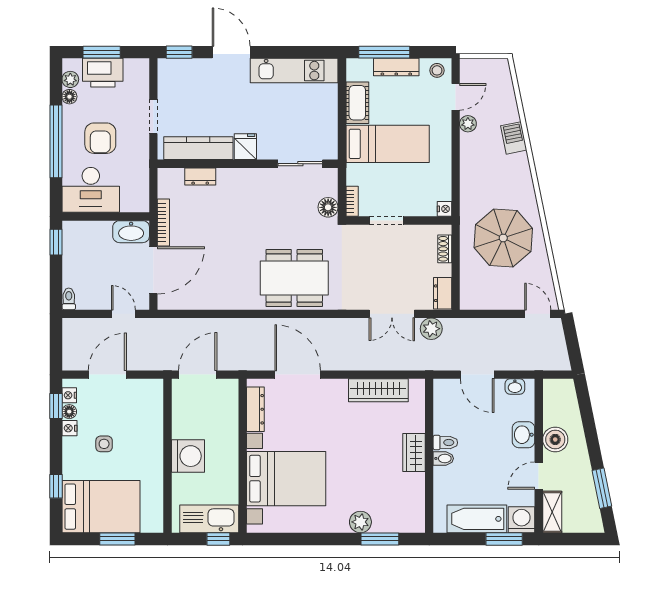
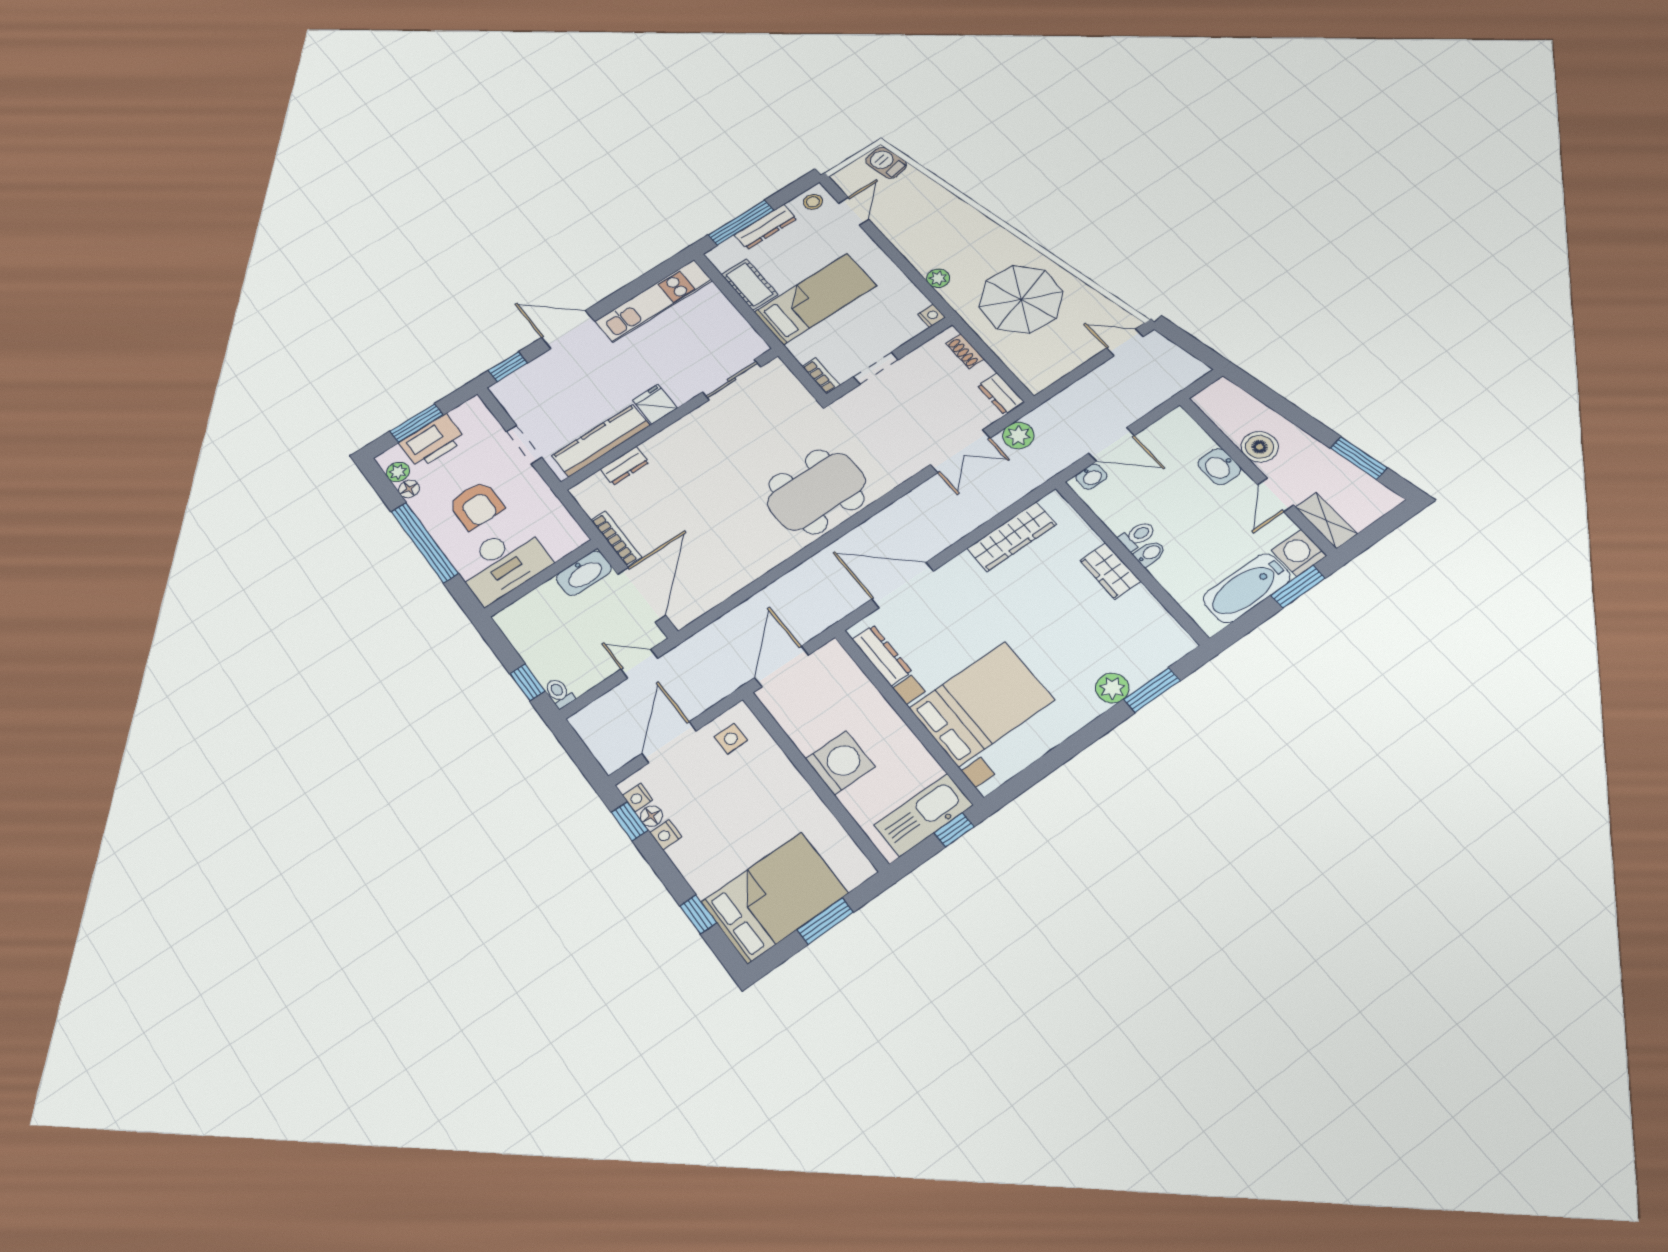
plant: (468, 124) -> (938, 278), moved
barbecue: (514, 138) -> (886, 163), moved
floor lamp: (328, 207) -> (798, 399), removed
window: (56, 242) -> (527, 682), moved
washbasin: (515, 387) -> (1091, 477), moved
side table: (104, 444) -> (731, 739), moved

